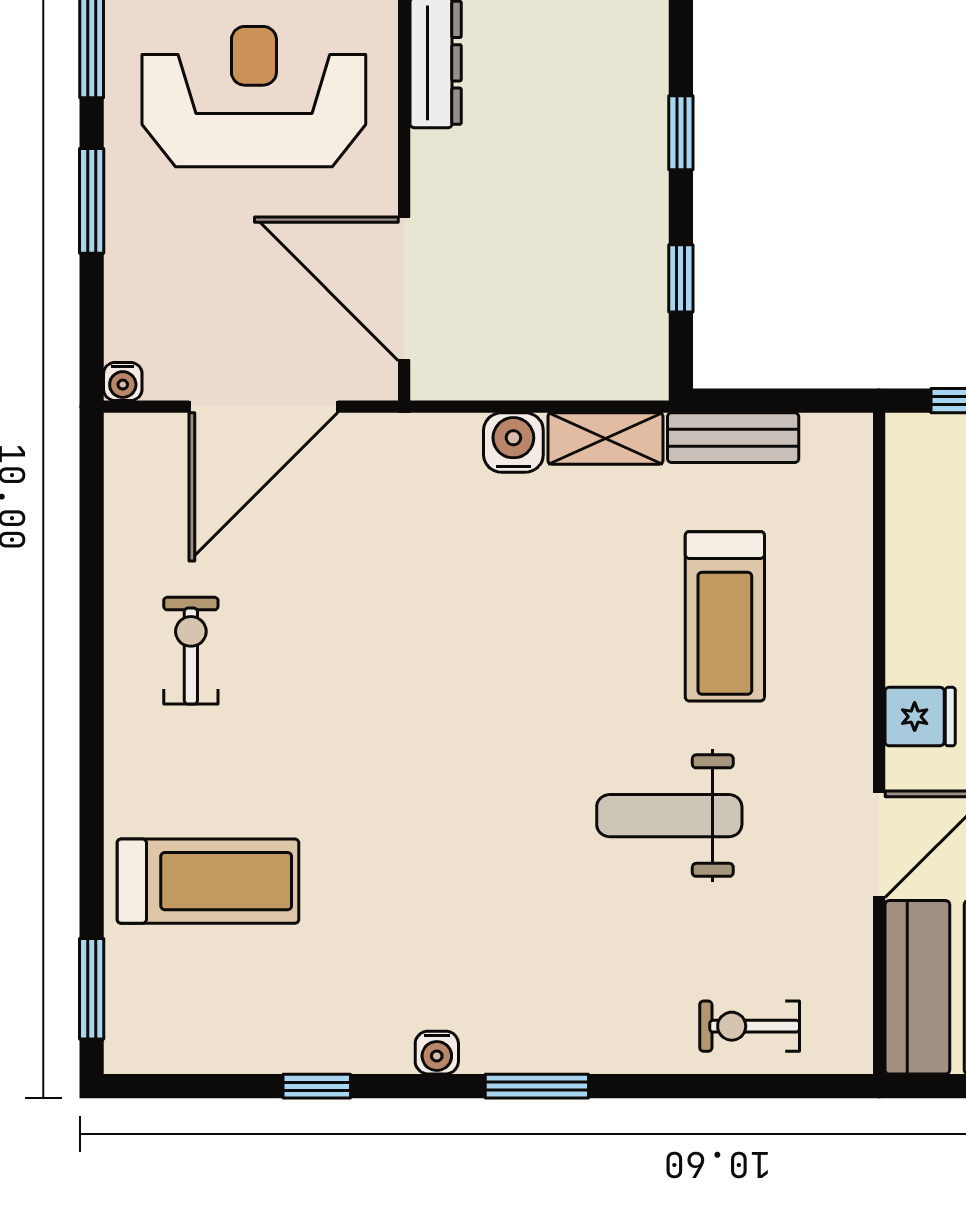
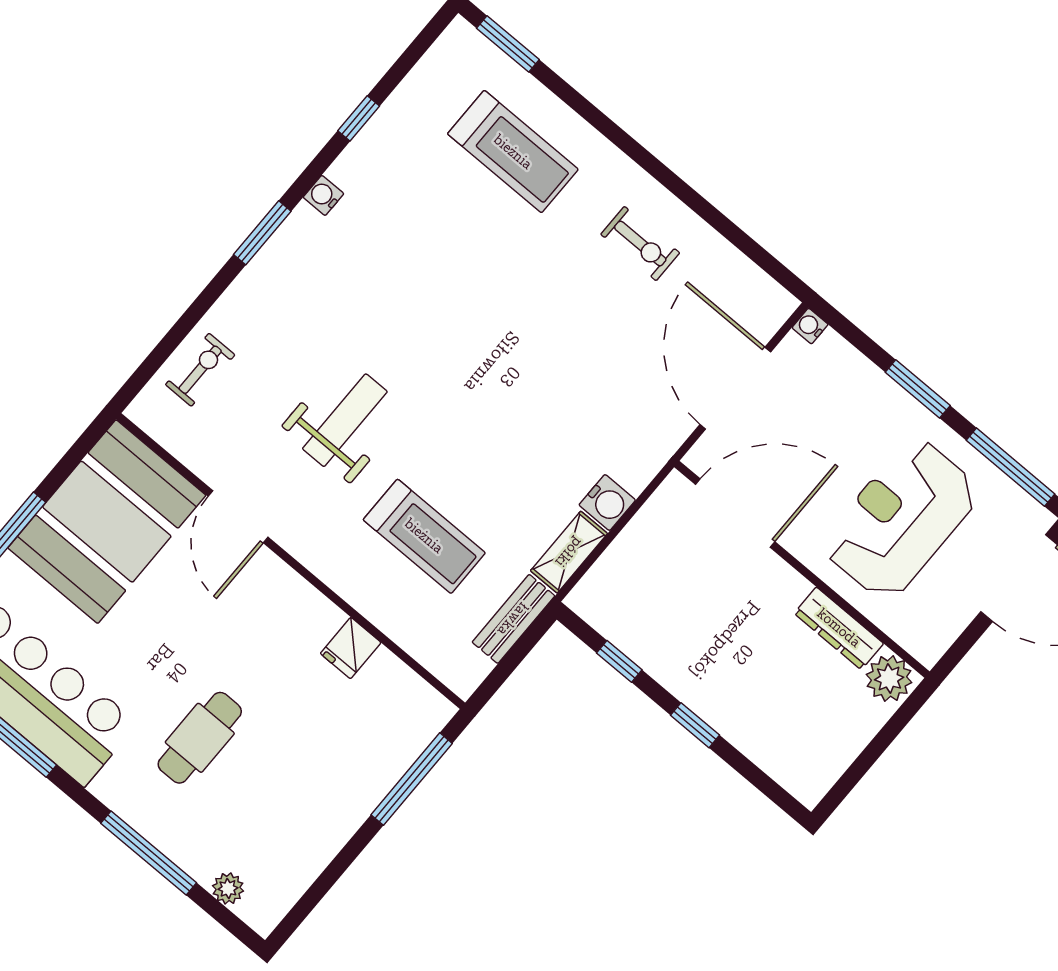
reception desk: (254, 97) -> (901, 519), turned 180
treadmill: (725, 616) -> (424, 536), turned 180
fridge: (920, 717) -> (351, 648), moved
treadmill: (208, 881) -> (513, 152), turned -90

